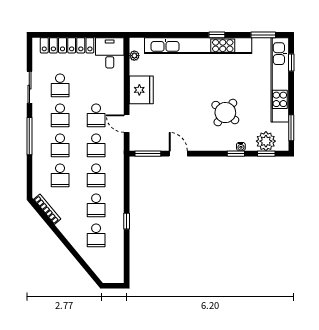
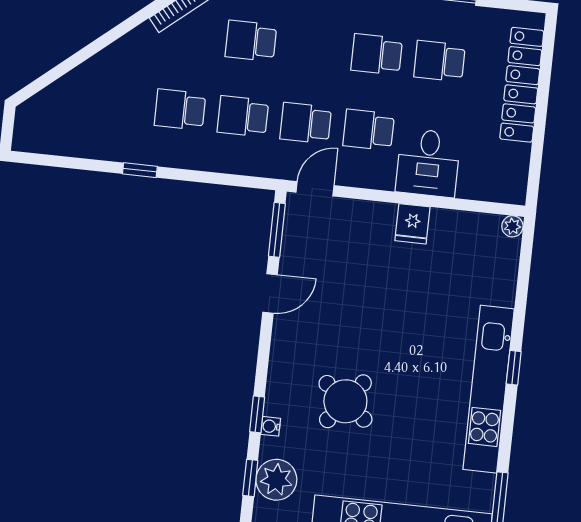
window: (217, 35) -> (514, 368), moved
kitchen unit: (198, 46) -> (489, 389), width x0.73
desk: (110, 53) -> (428, 163), moved, turned 90
plant: (134, 56) -> (512, 226), moved
fridge: (141, 90) -> (412, 224), width x0.53, depth x0.75
door: (127, 124) -> (315, 189), moved
school desk: (60, 145) -> (314, 48), removed
school desk: (96, 235) -> (117, 103), removed

